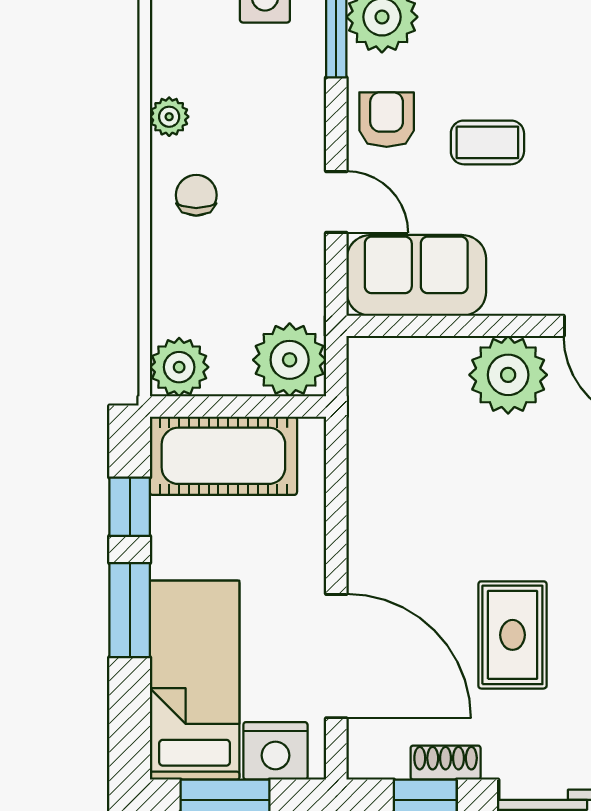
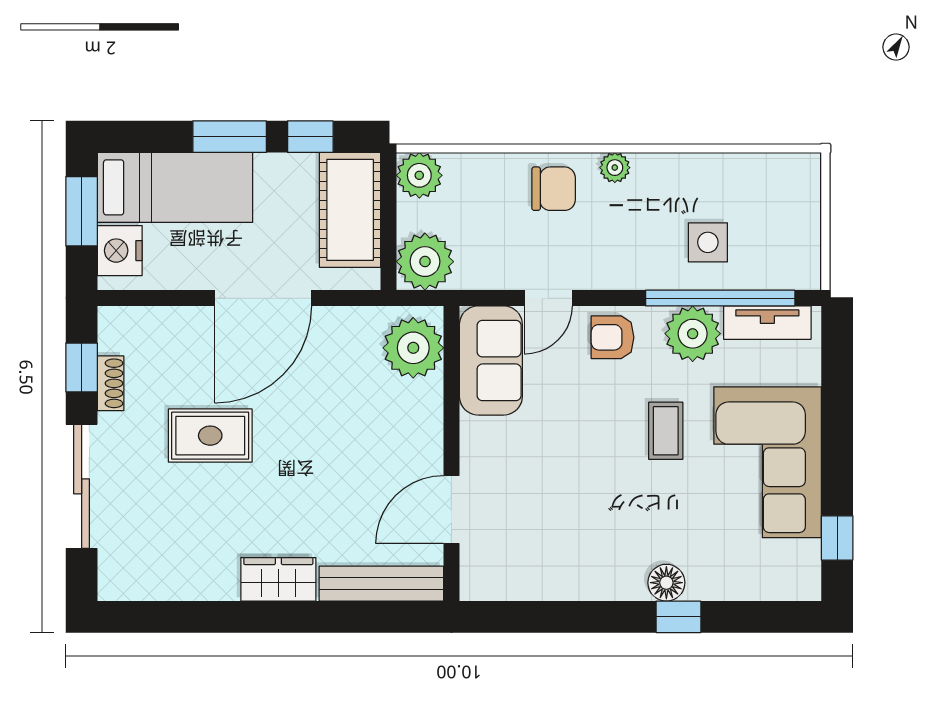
armchair: (387, 120) -> (613, 337), turned 180
coffee table: (487, 142) -> (666, 431), moved
chair: (196, 195) -> (554, 189), width x1.37, depth x1.37
plant: (508, 375) -> (413, 348), moved
door: (336, 656) -> (263, 298), moved

